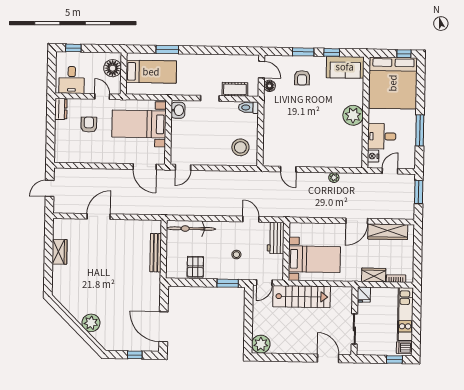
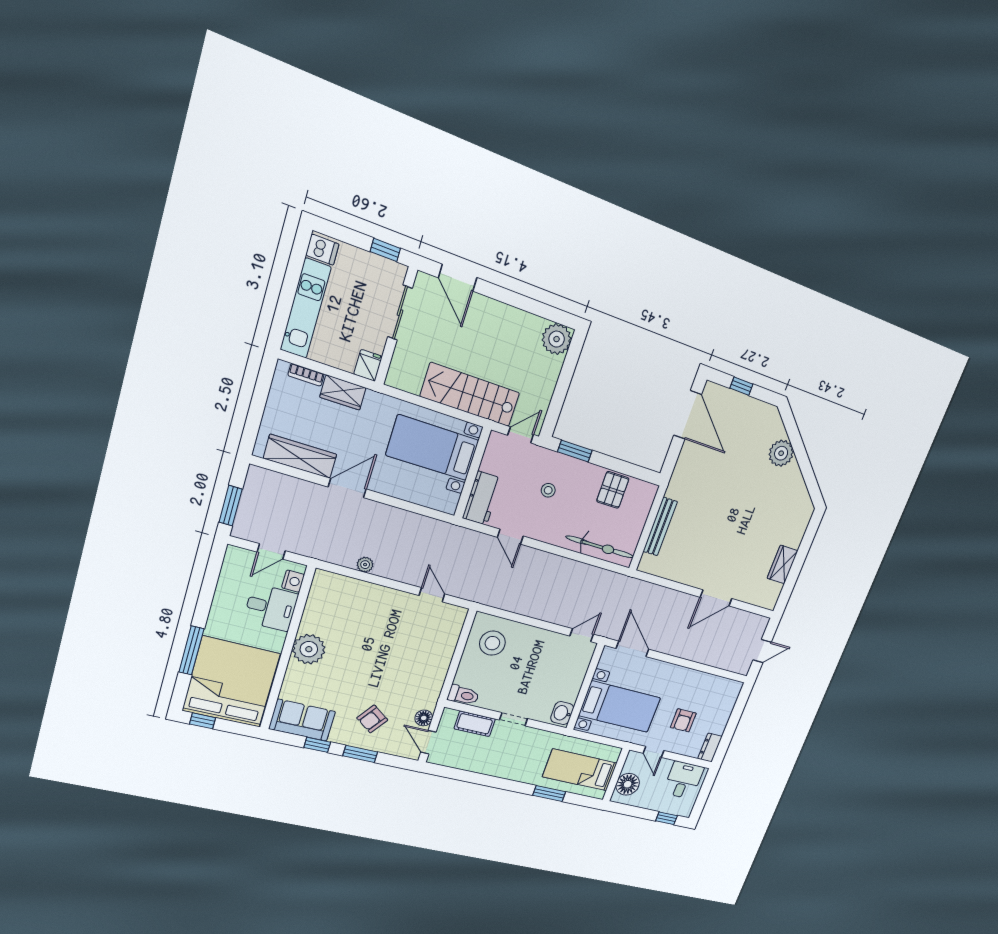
armchair: (302, 78) -> (372, 719), turned -144
window: (420, 130) -> (191, 650), moved
window: (394, 359) -> (385, 250), moved

